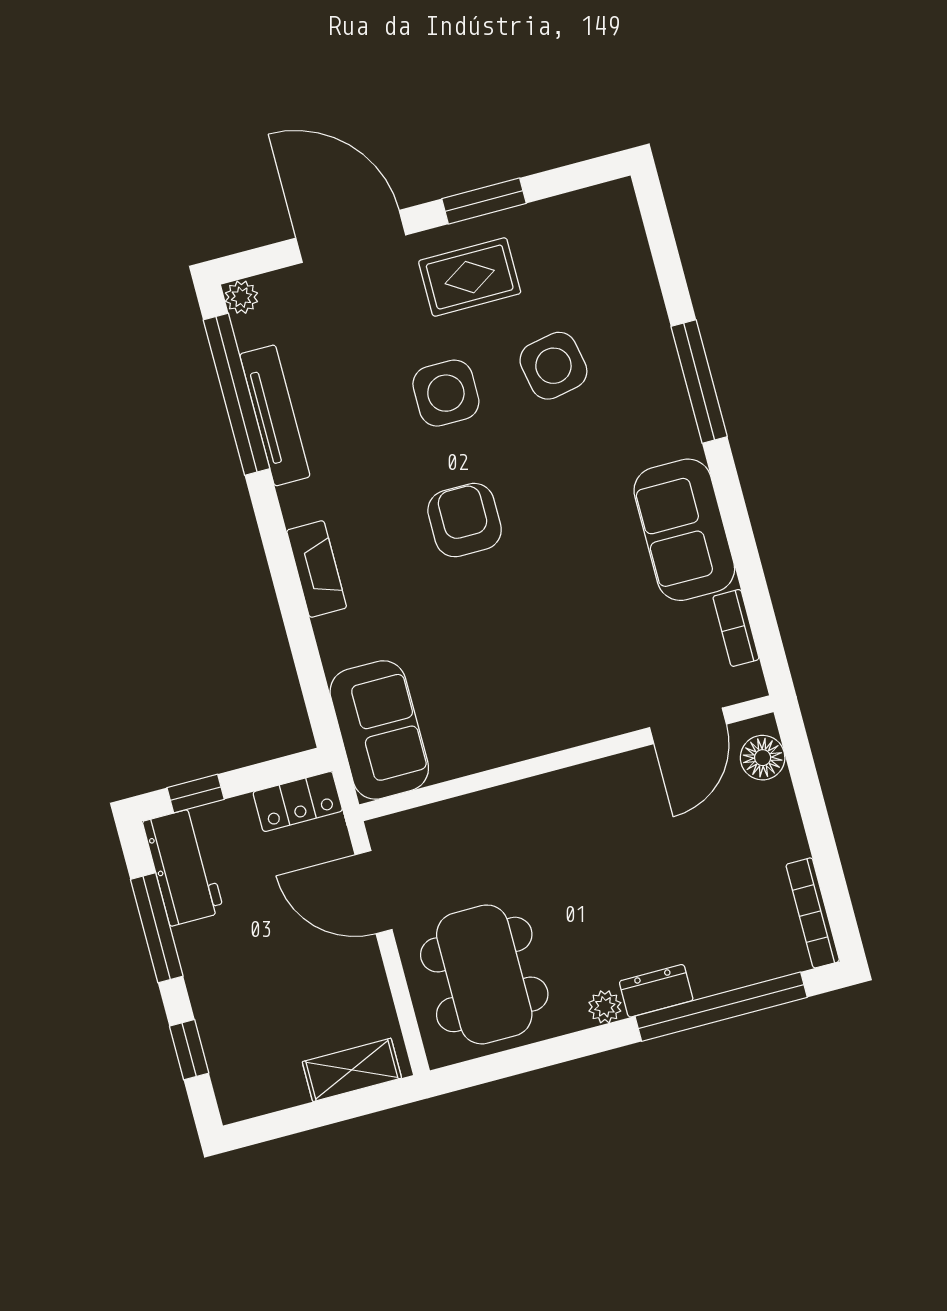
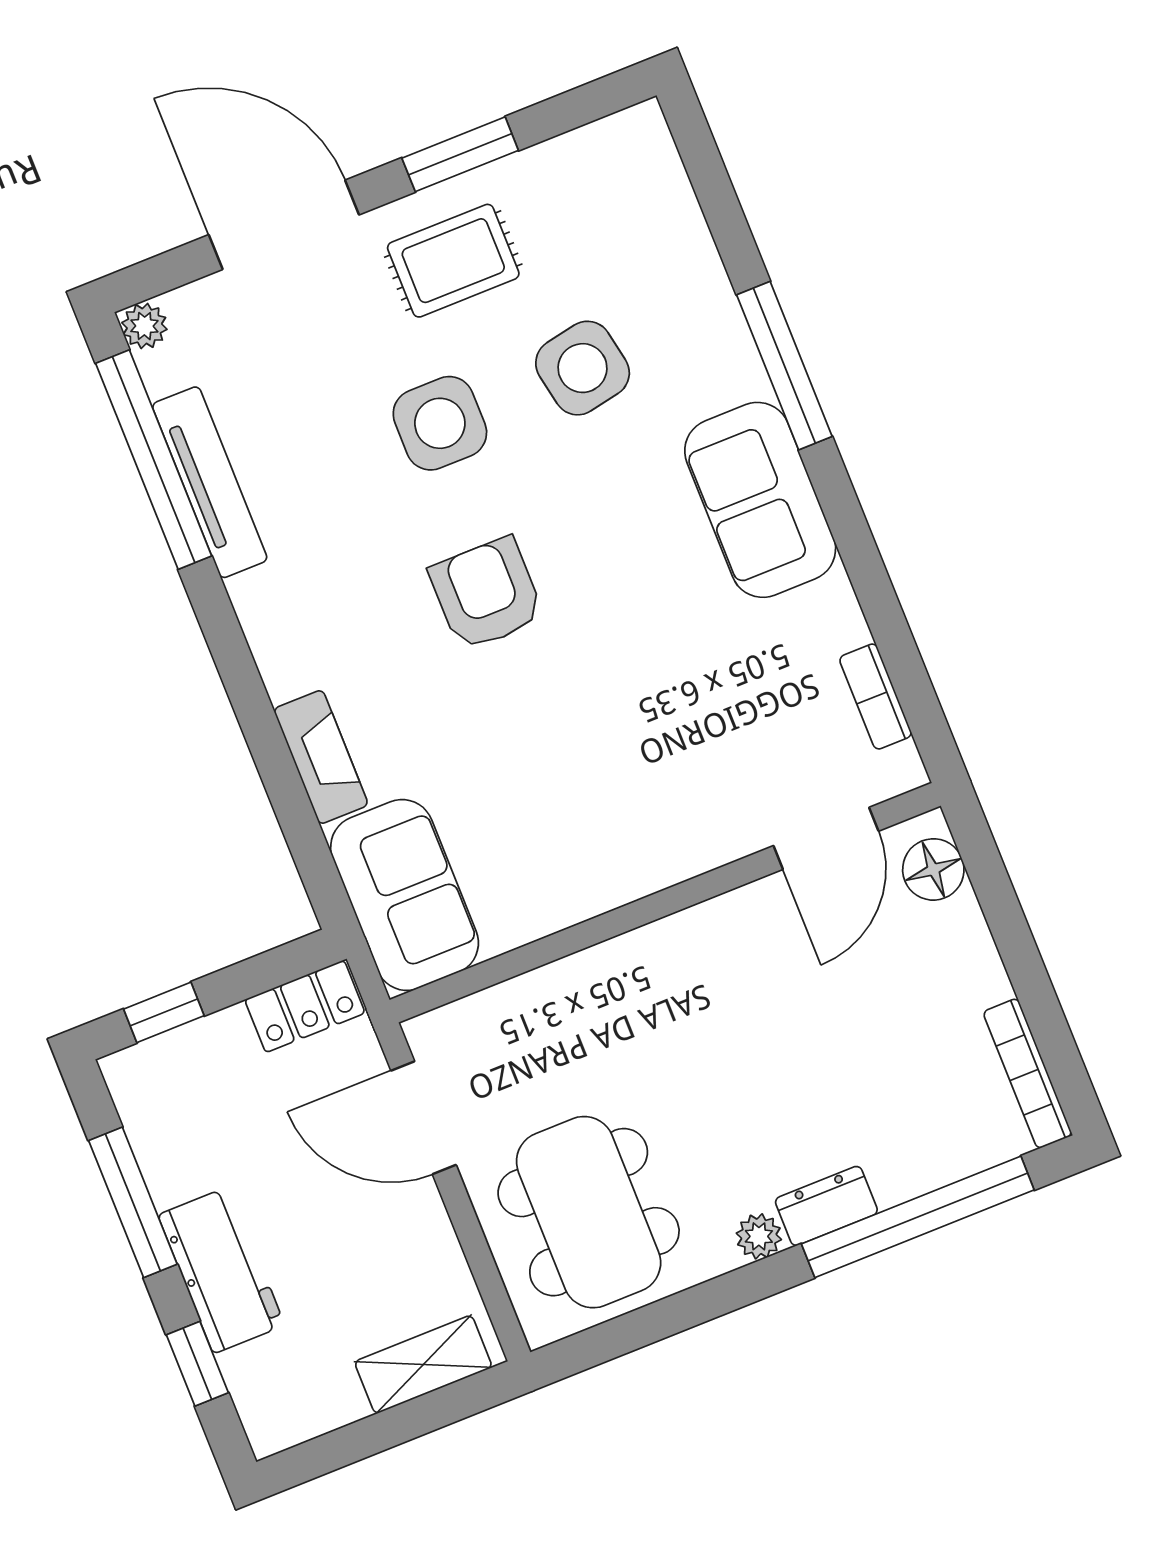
sofa: (684, 530) -> (760, 500), moved
fireplace: (317, 569) -> (321, 757), moved
workbench: (183, 867) -> (221, 1270), moved

